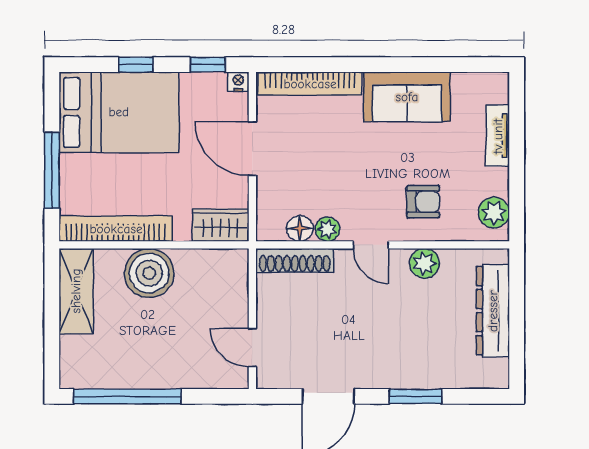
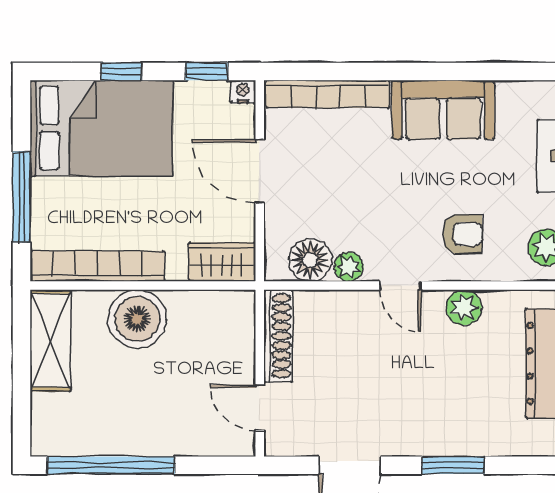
floor lamp: (300, 228) -> (310, 260), width x1.38, depth x1.38
shoe rack: (295, 260) -> (278, 336), moved, turned -90

